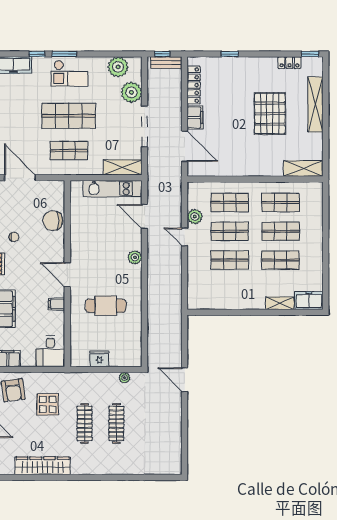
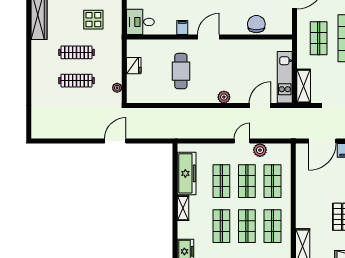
freezer: (221, 299) -> (187, 173), added
shelving: (280, 303) -> (183, 208), moved

